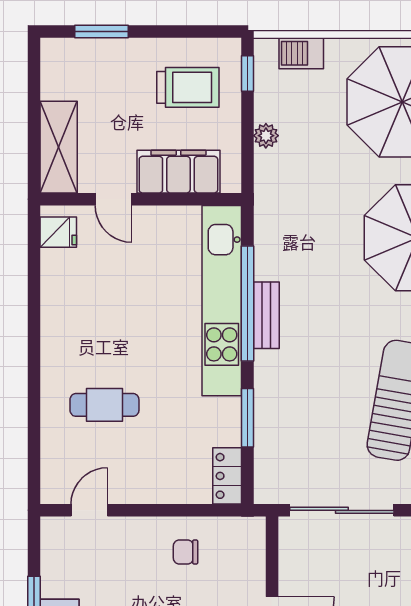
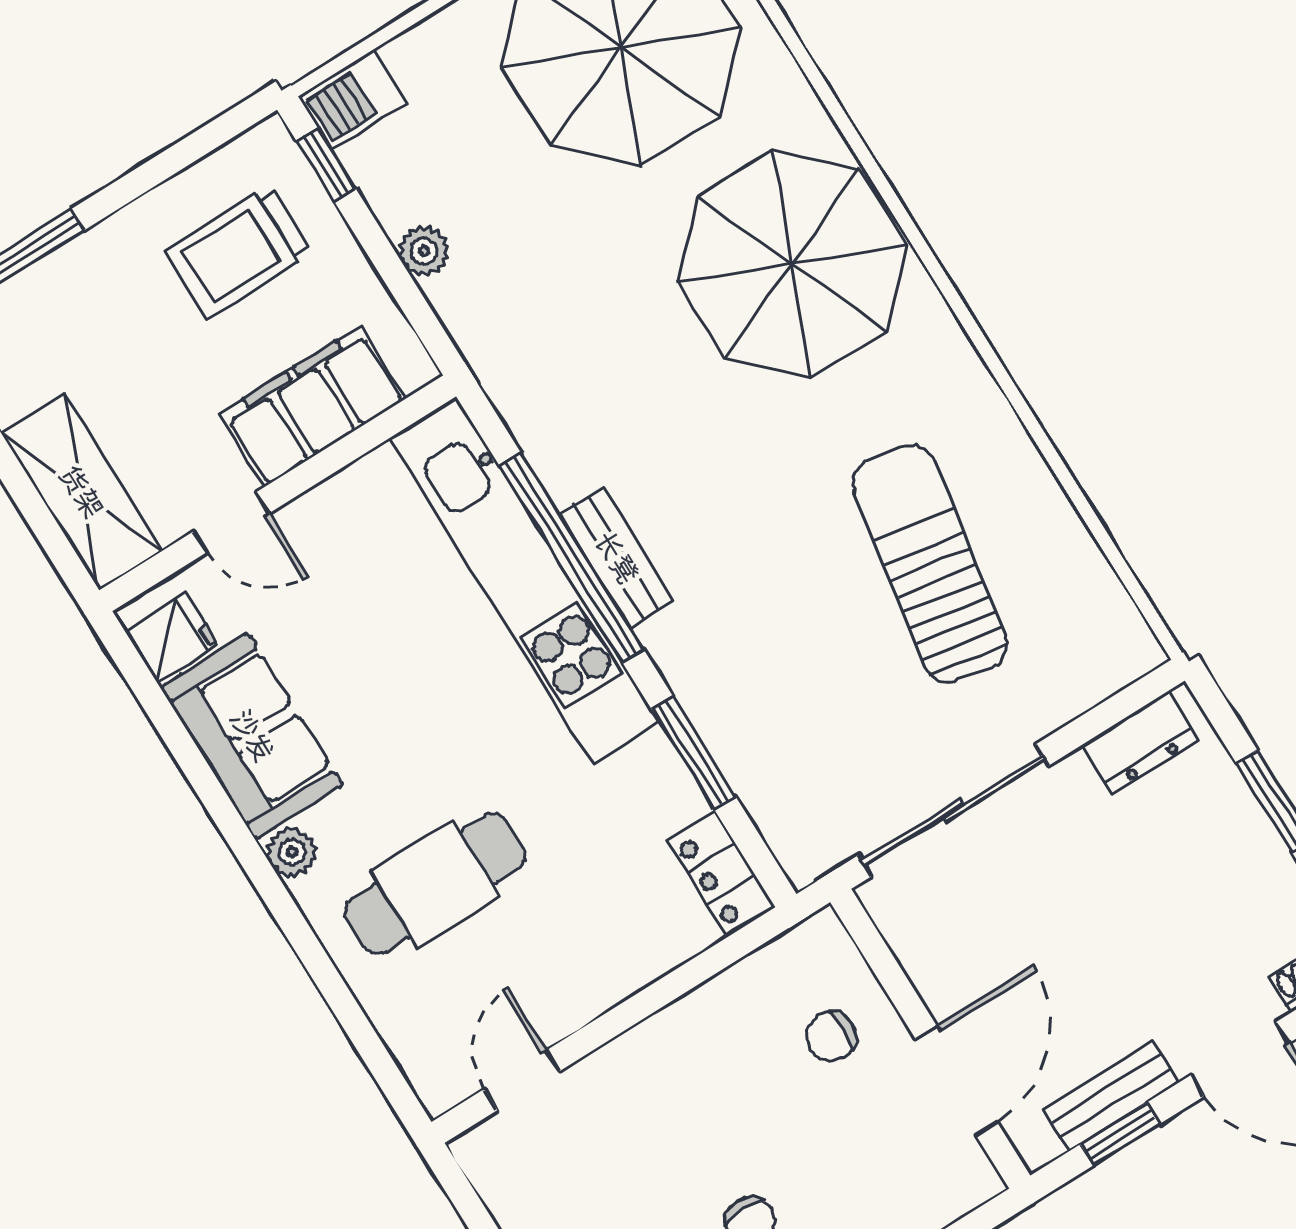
barbecue: (301, 53) -> (353, 100), moved
trolley: (188, 87) -> (239, 252), turned 180
sofa: (66, 294) -> (252, 736), added
plant: (52, 354) -> (292, 852), added
cafe table: (104, 405) -> (435, 884), width x1.37, depth x1.35
chair: (186, 552) -> (831, 1036), moved

